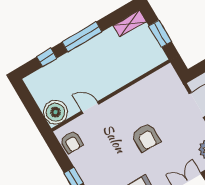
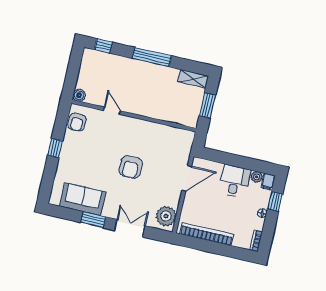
window: (47, 58) -> (103, 46), moved
boiler: (55, 112) -> (79, 95), width x0.54, depth x0.54

